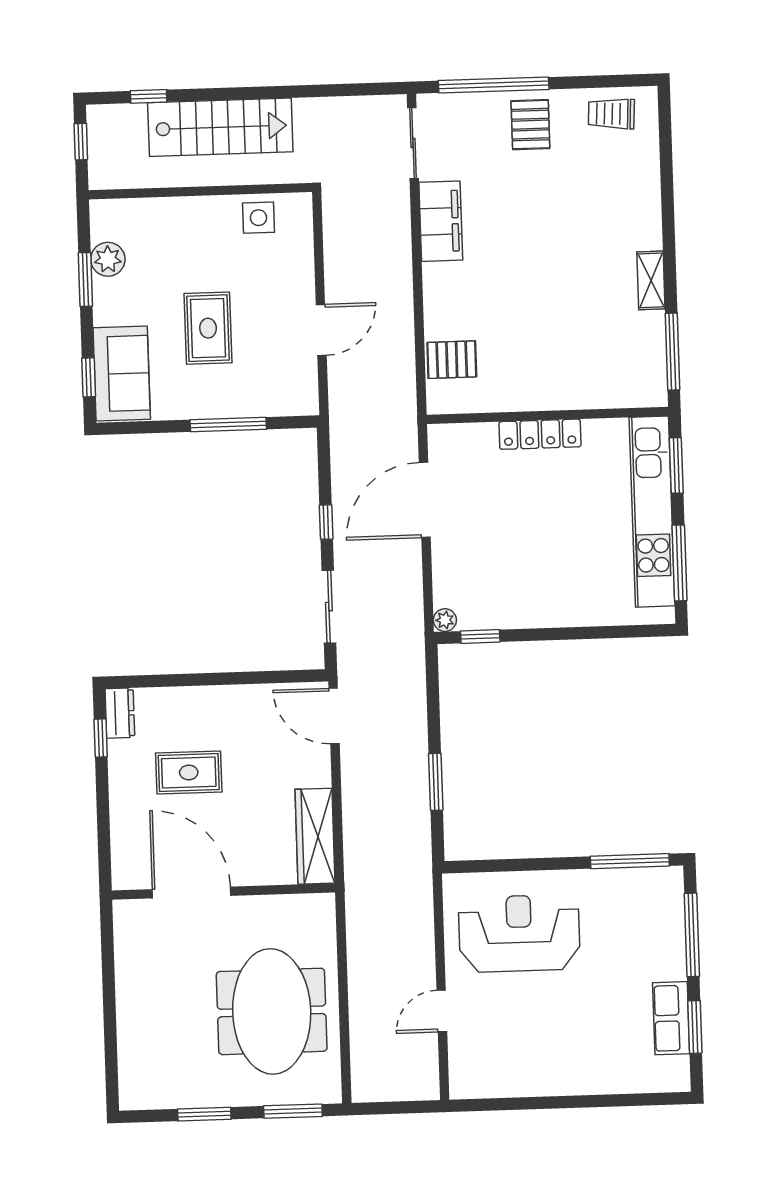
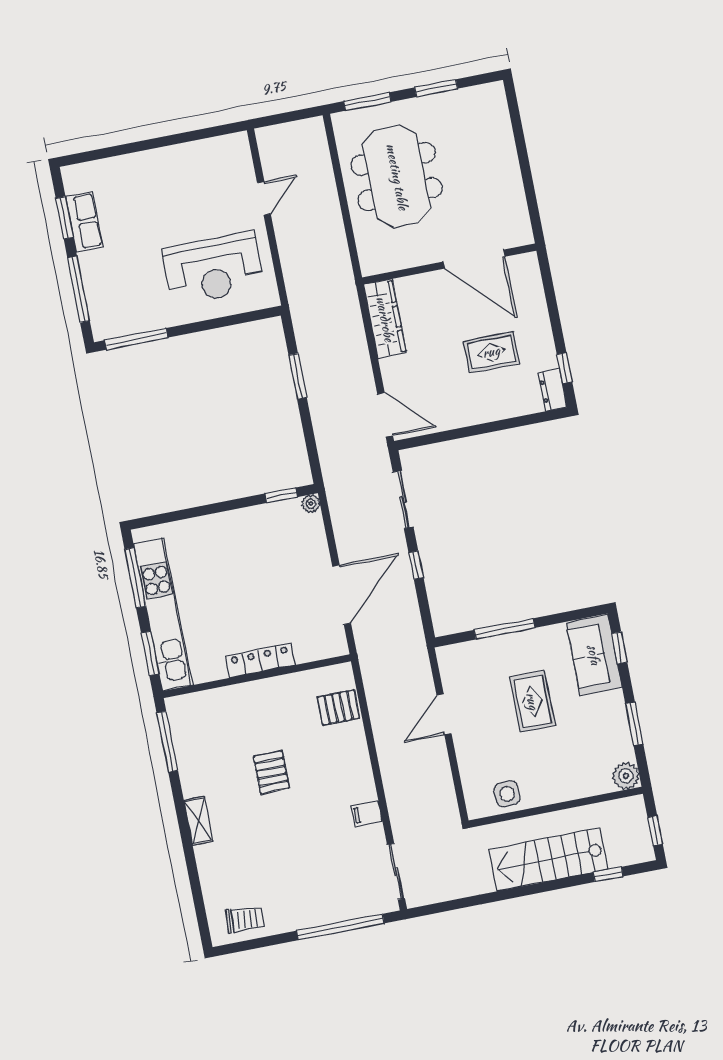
pallet: (530, 125) -> (271, 772), moved
filing cabinet: (441, 221) -> (367, 814), width x0.33, depth x0.86
plant: (108, 259) -> (626, 776), moved
shelving: (651, 280) -> (198, 821), moved

